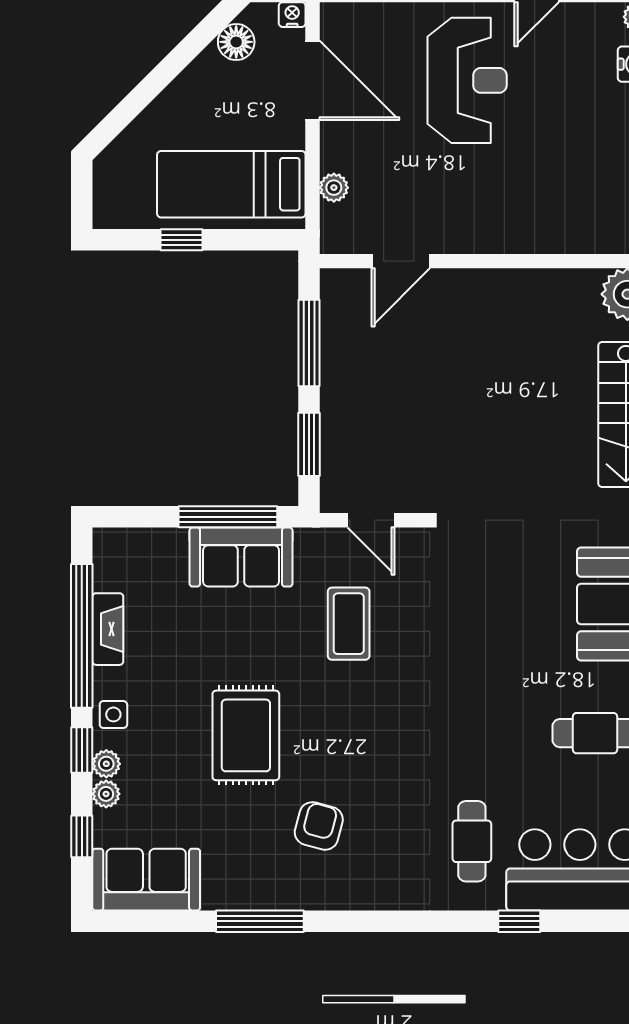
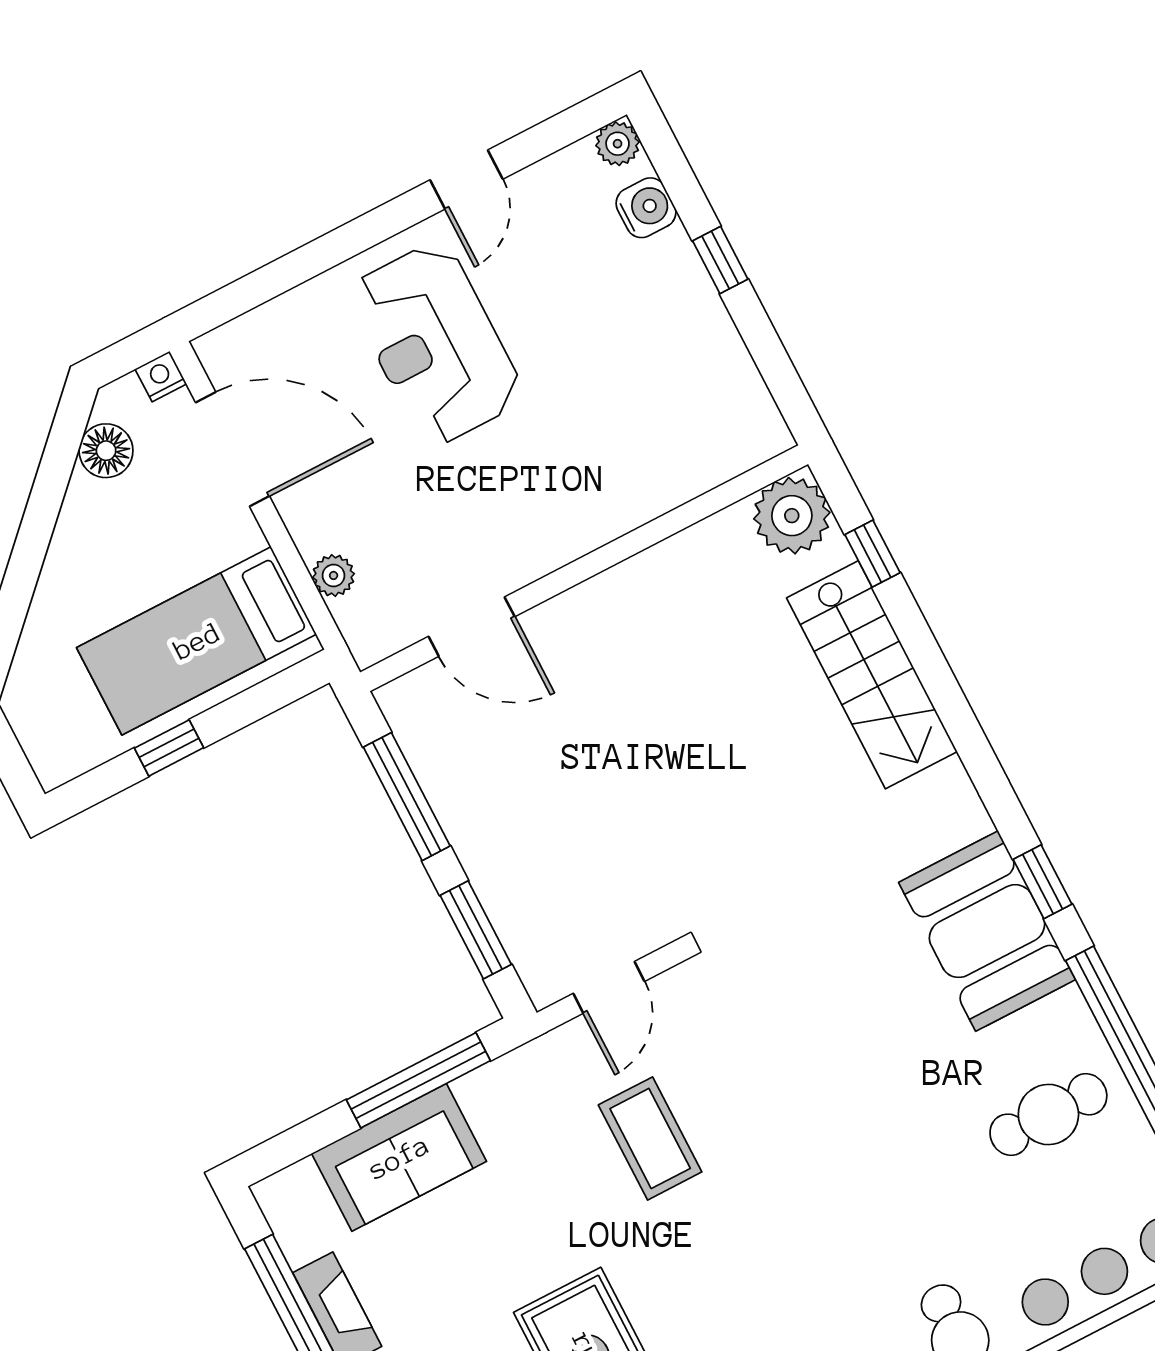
reception desk: (467, 80) -> (436, 344), turned 180
door: (401, 261) -> (472, 627), hinge flipped
door: (371, 520) -> (609, 987), hinge flipped
sofa: (241, 557) -> (399, 1157), moved

